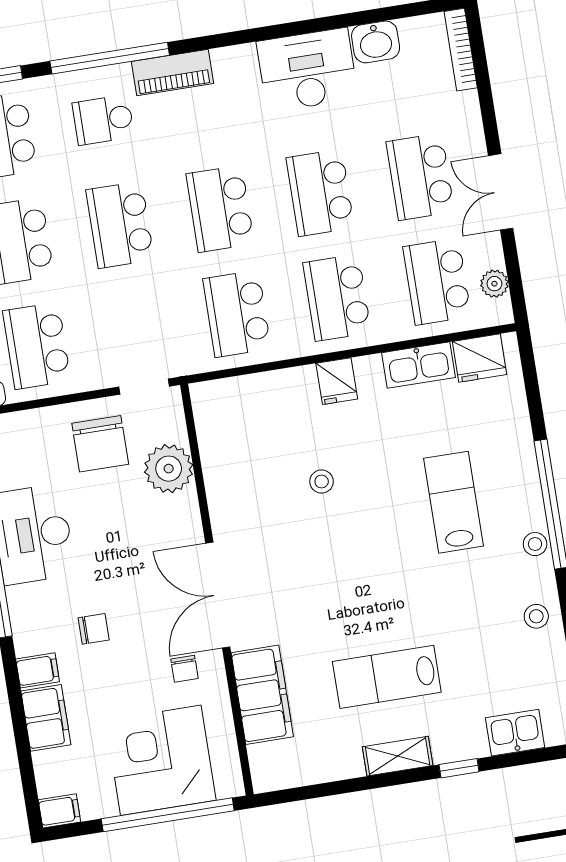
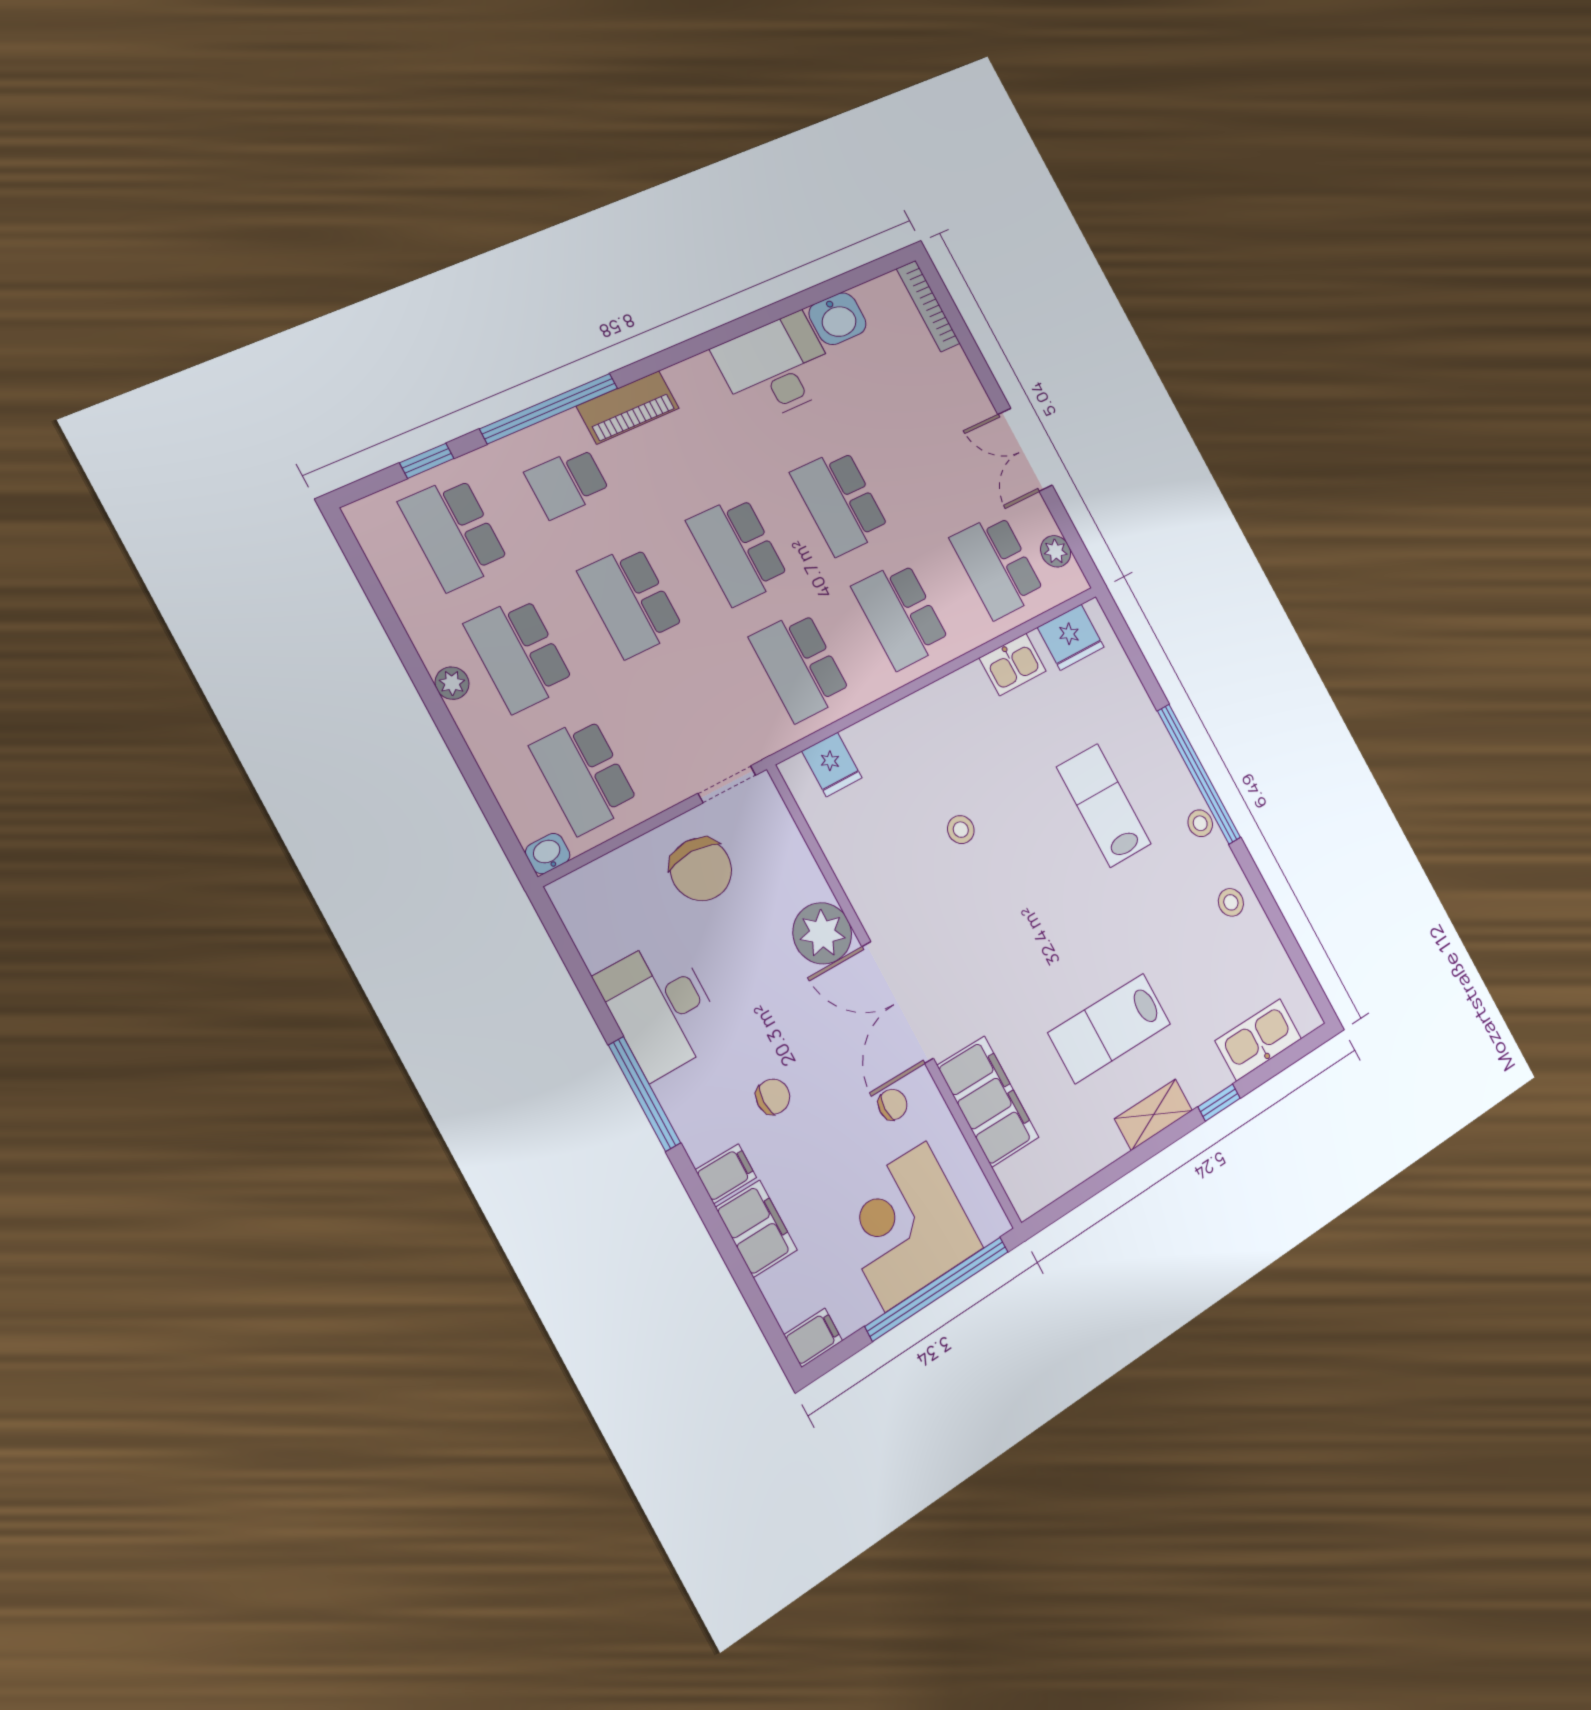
school desk: (420, 177) -> (938, 455), removed
kitchen sink: (419, 365) -> (1013, 664), width x0.73
fridge: (337, 381) -> (832, 764), moved
plant: (169, 469) -> (822, 933), moved
chair: (184, 669) -> (893, 1104), turned -90
kitchen sink: (515, 733) -> (1258, 1040), width x1.38

